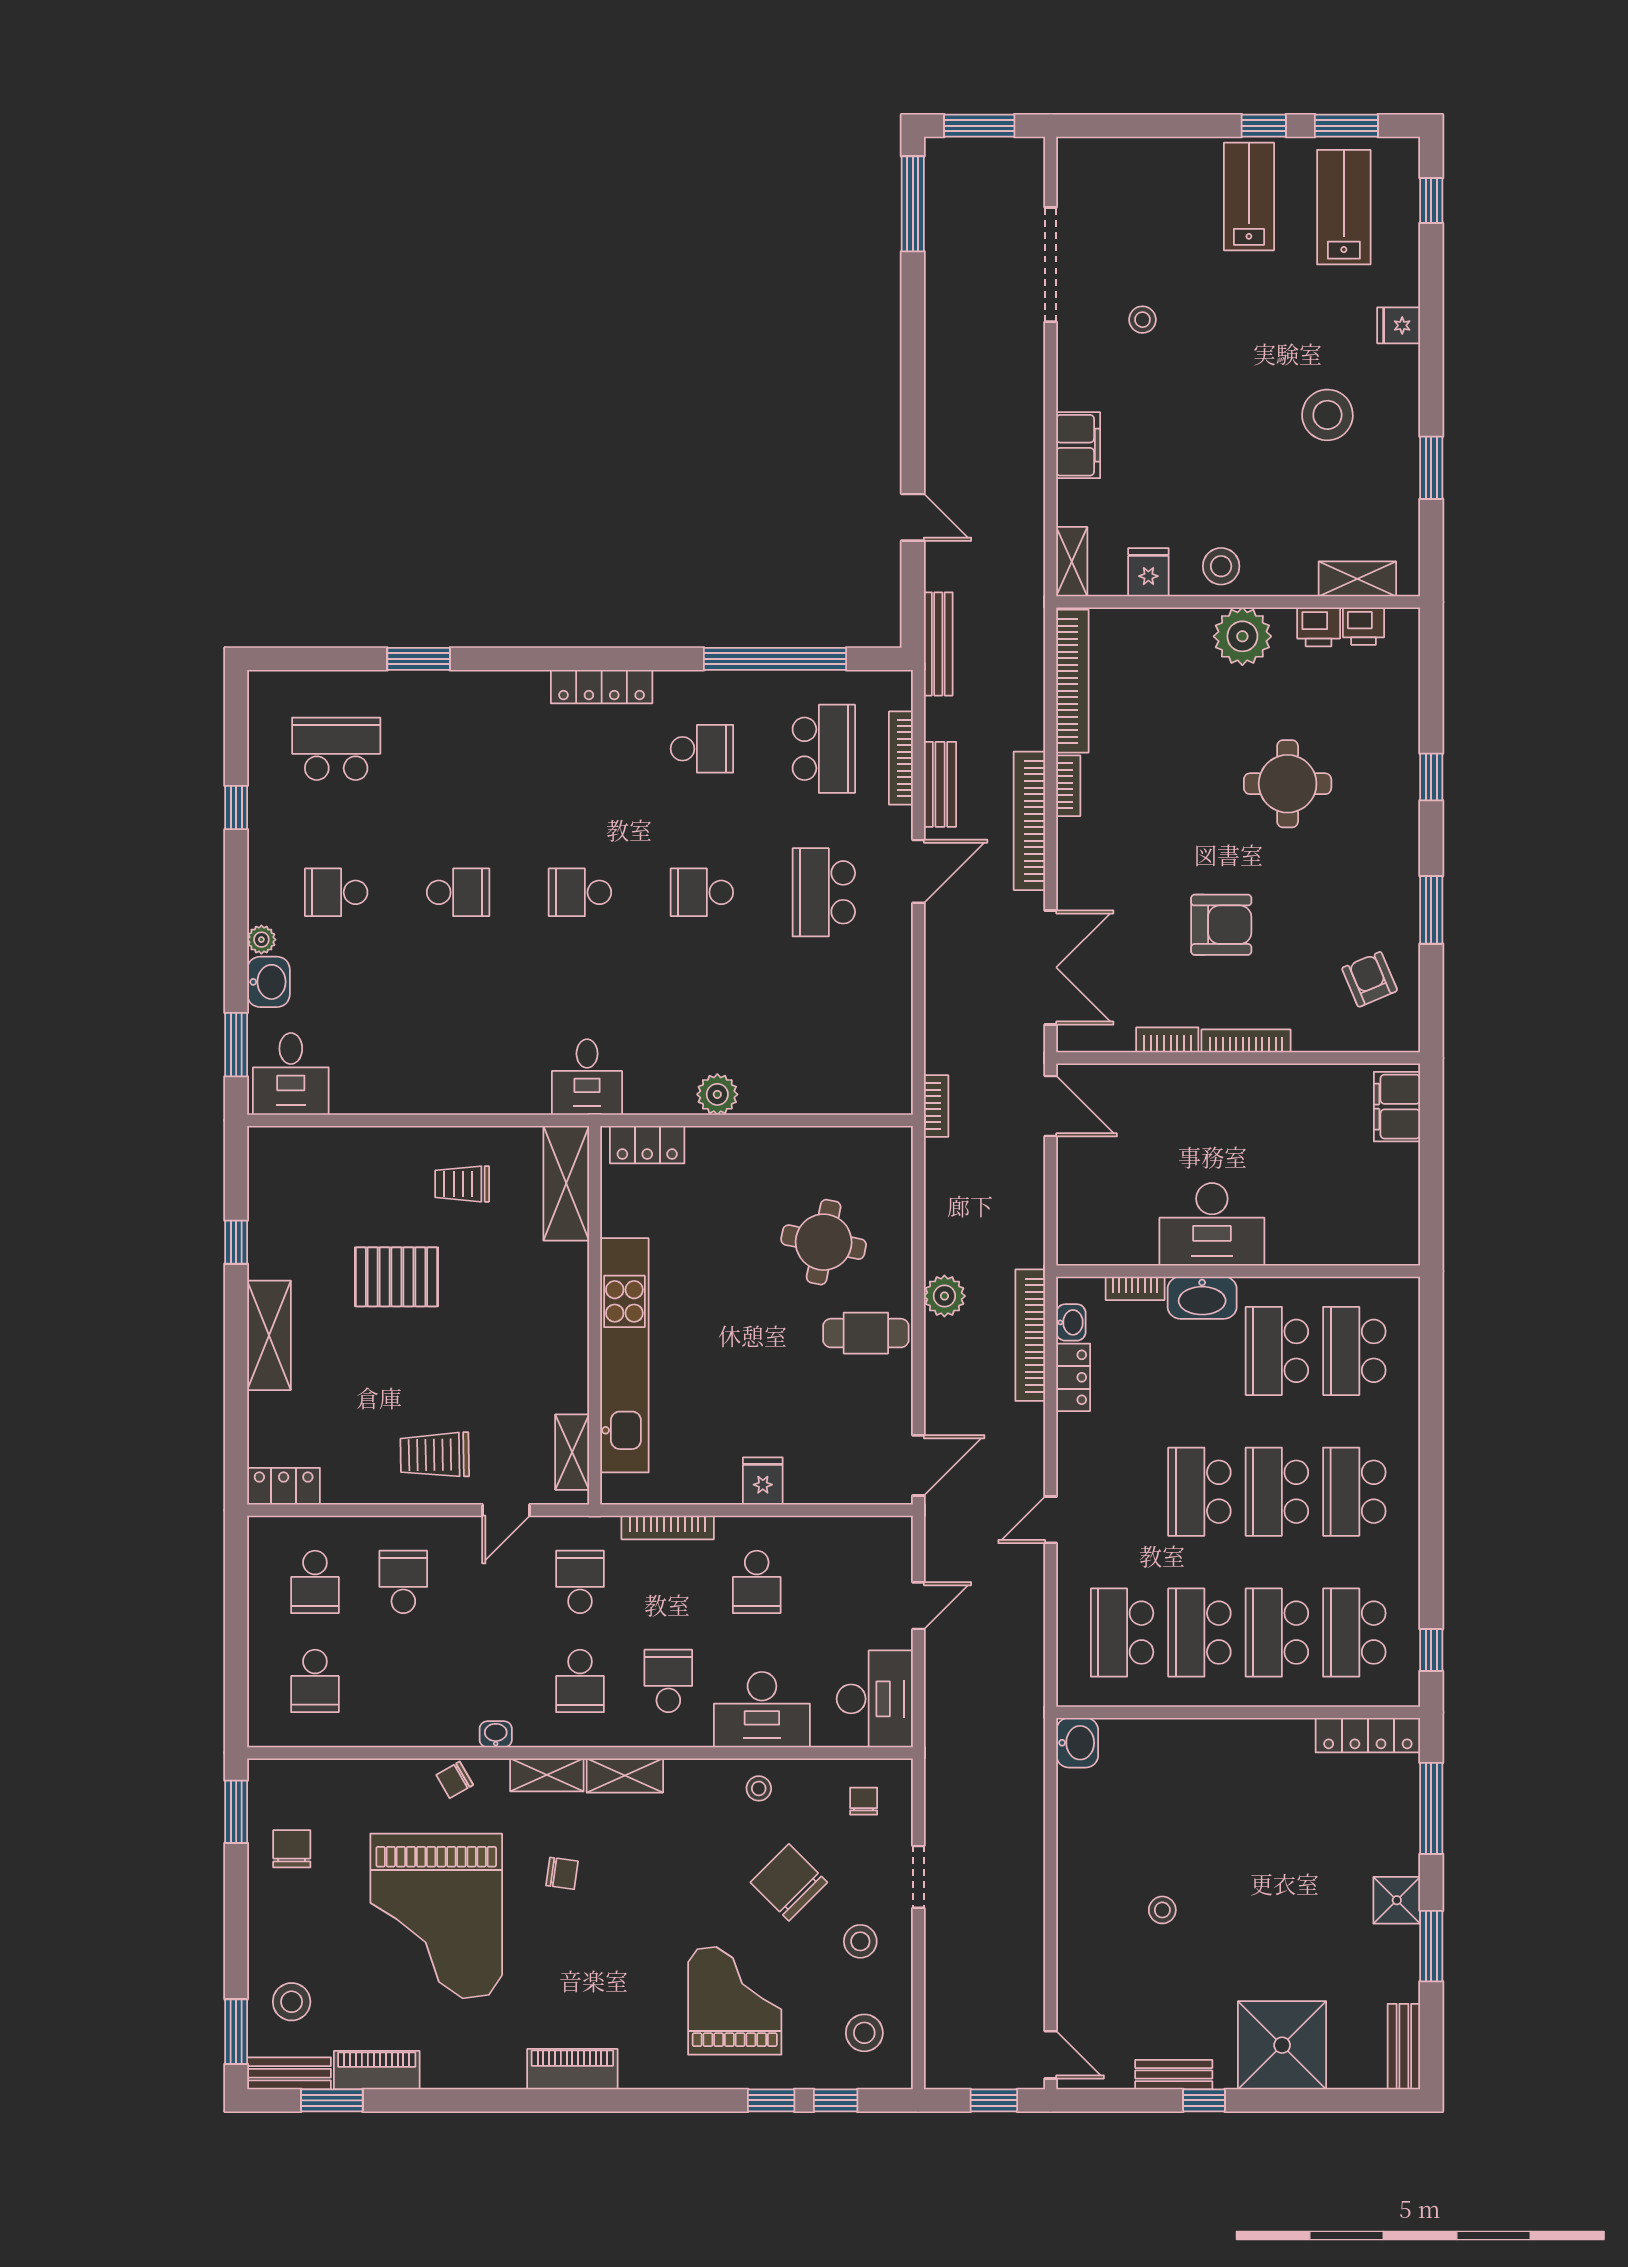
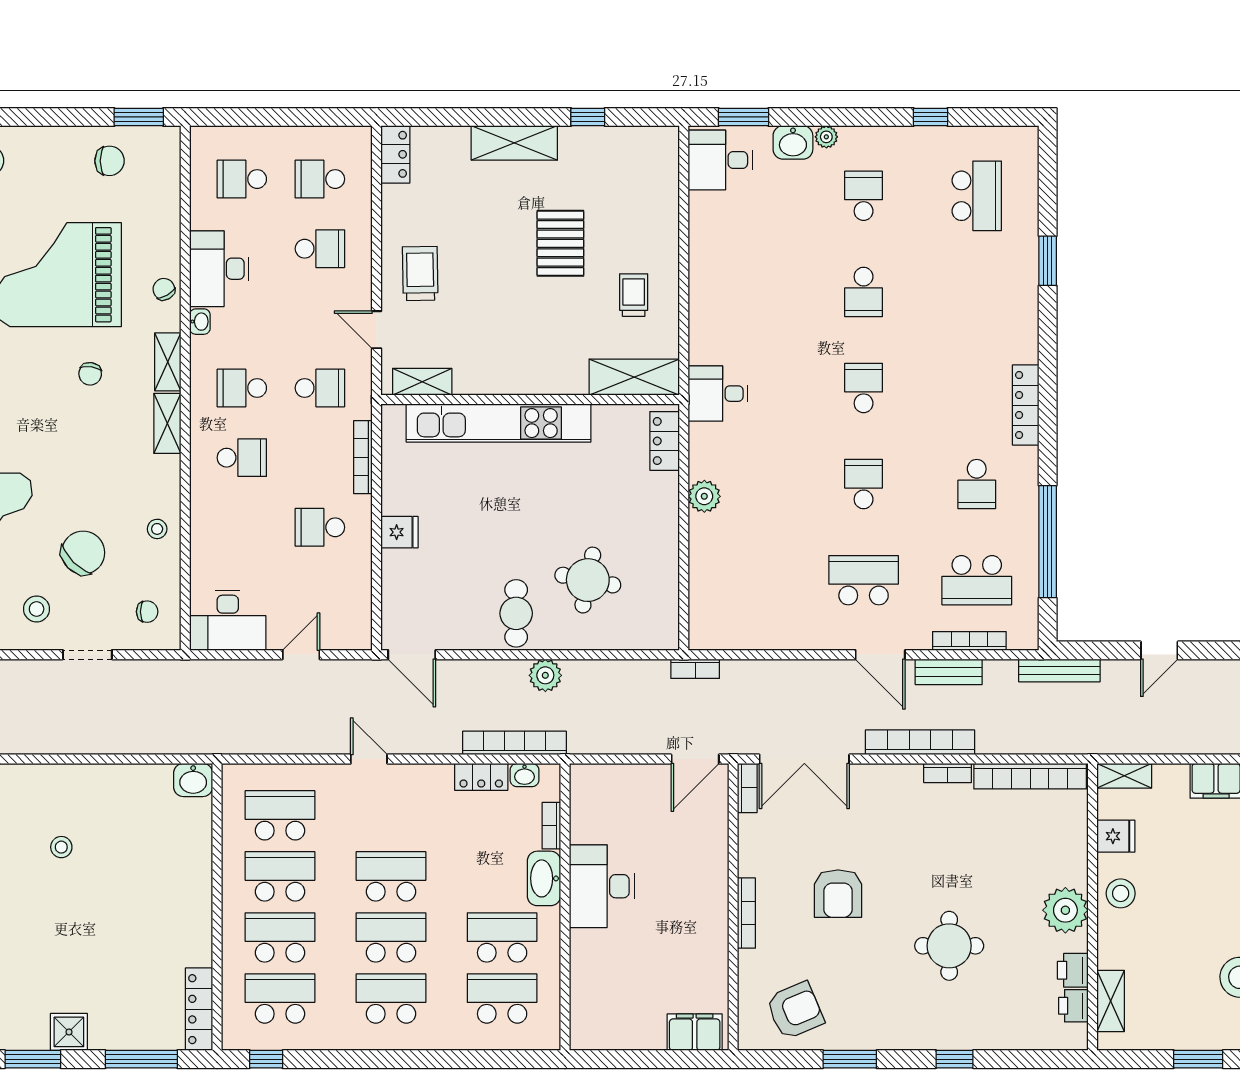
armchair: (1370, 979) -> (795, 1010), width x1.38, depth x1.38
bookcase: (1167, 1040) -> (747, 788), moved
door: (918, 1606) -> (301, 655), swing flipped
desk: (762, 1710) -> (219, 269), moved

